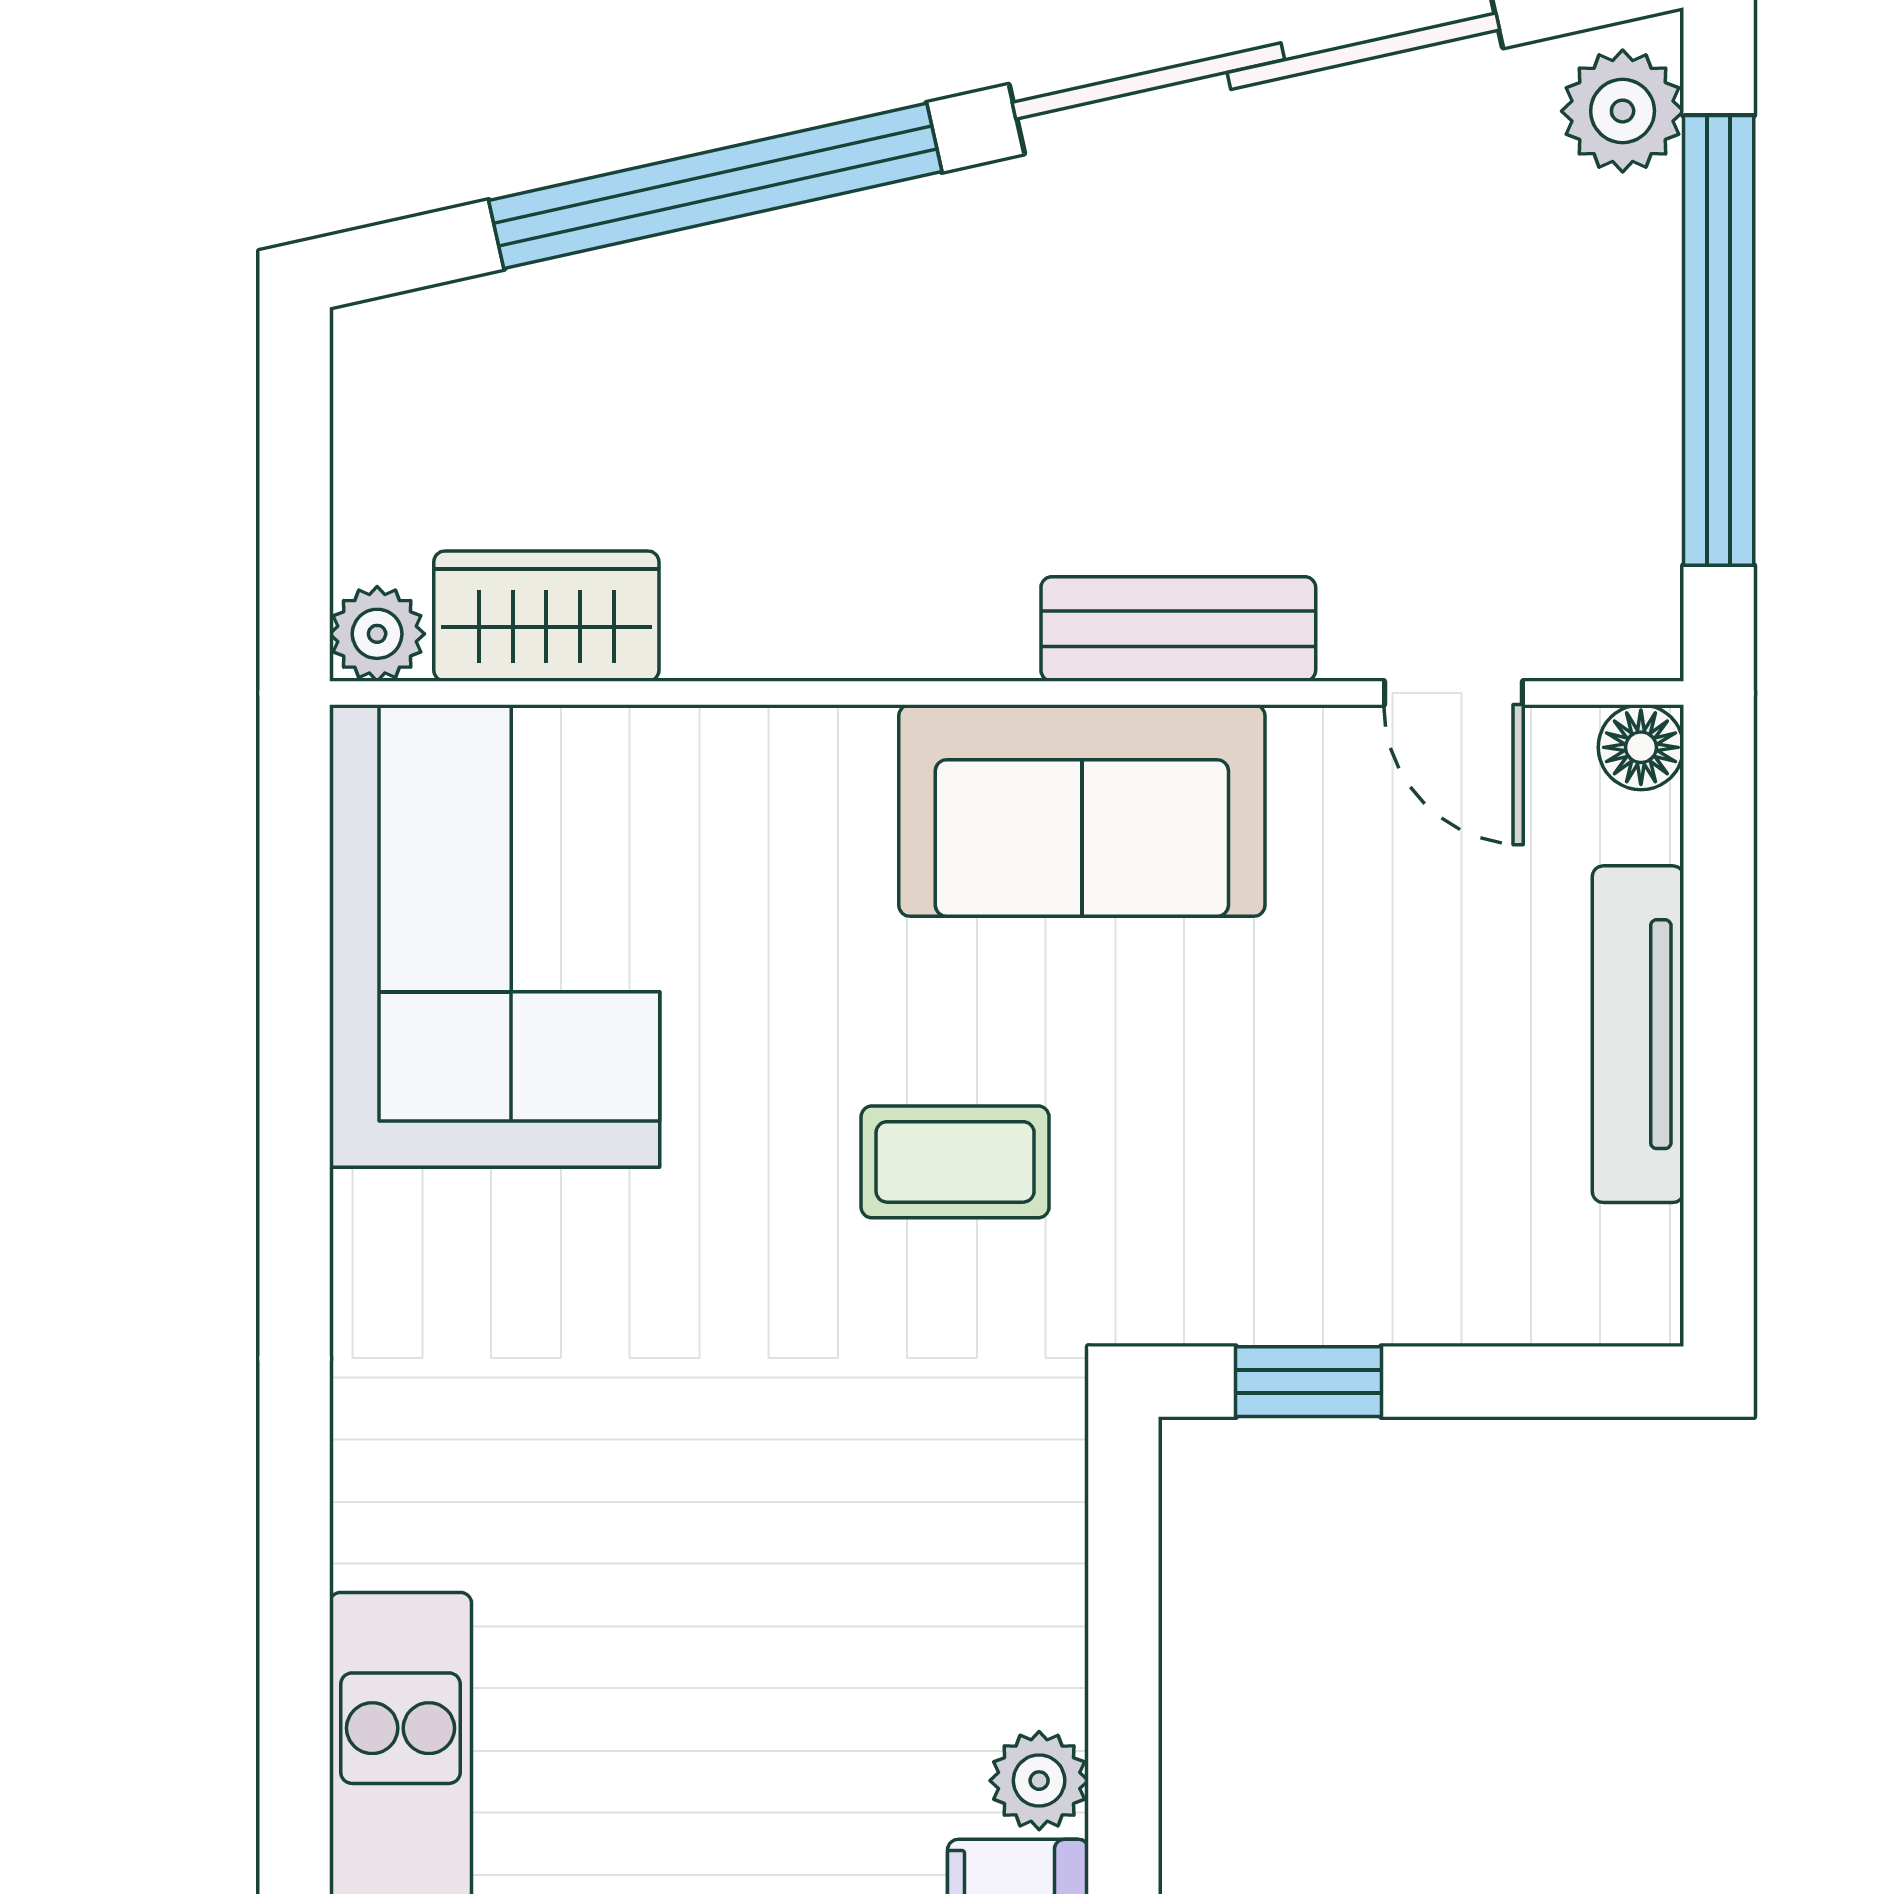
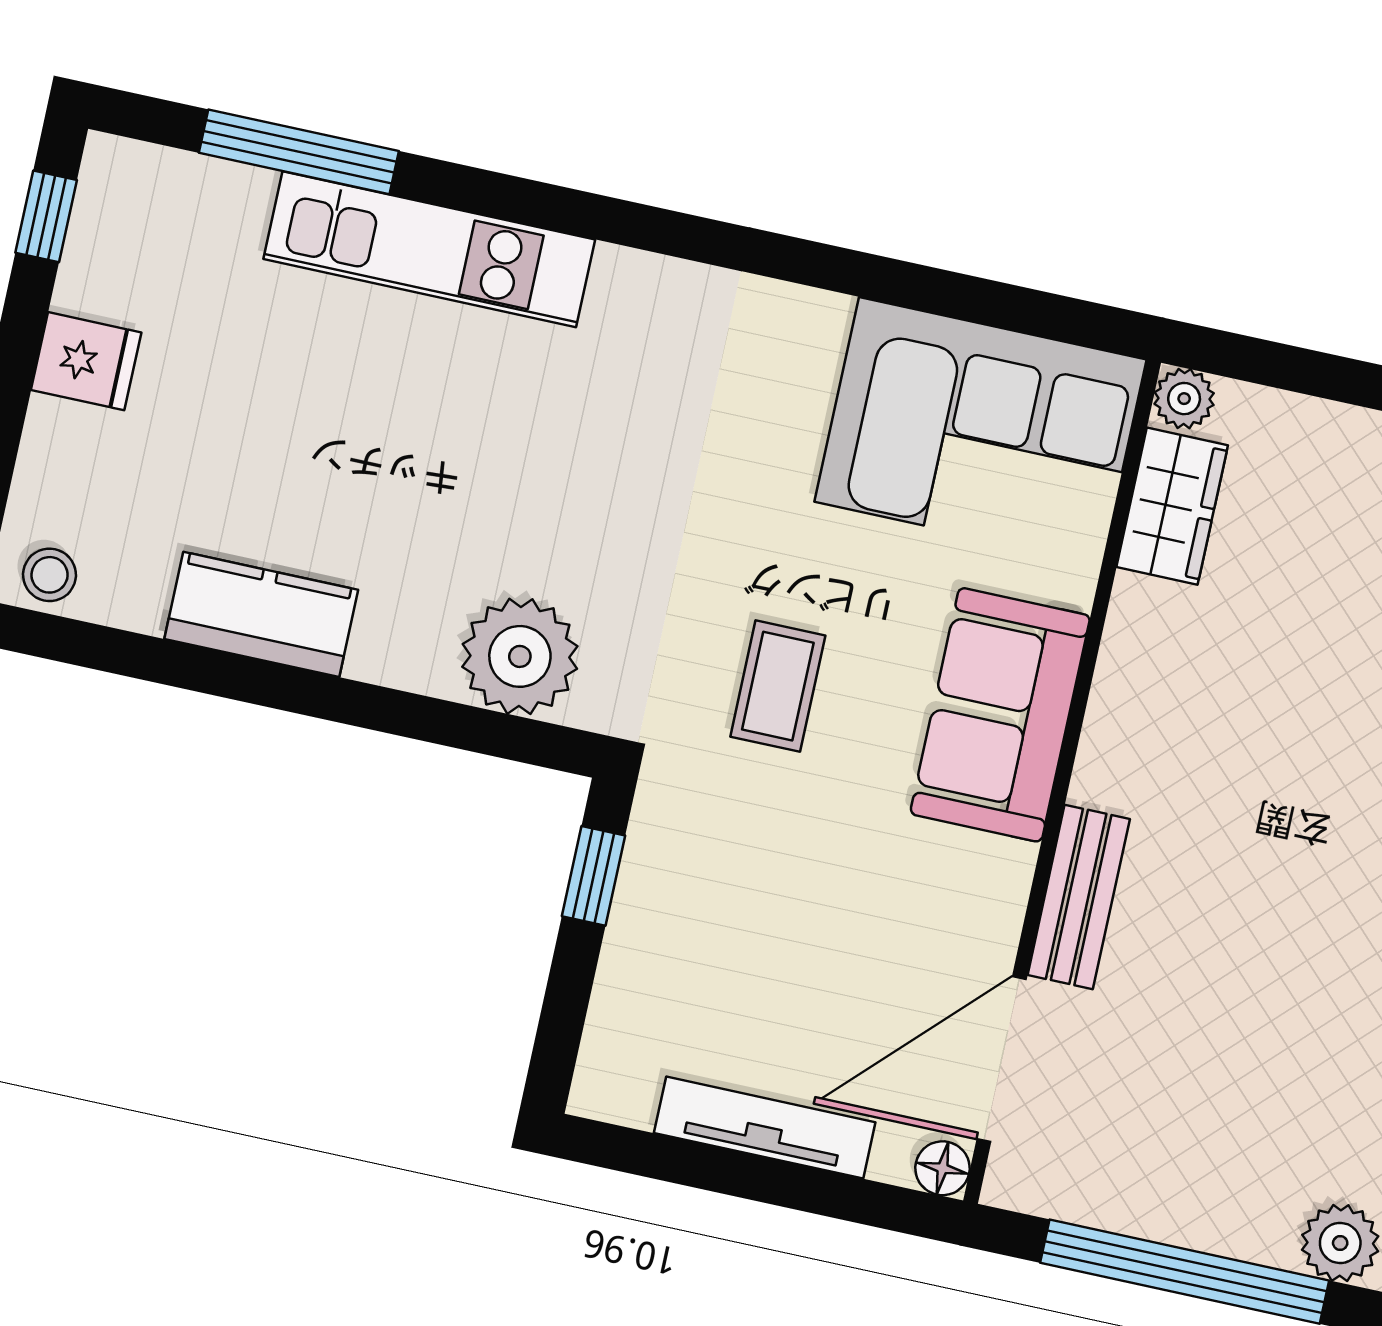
door: (1454, 693) -> (1002, 1059), width x1.88
sofa: (1082, 810) -> (1000, 715), moved
plant: (1039, 1781) -> (520, 656), moved, width x1.87, depth x1.87

